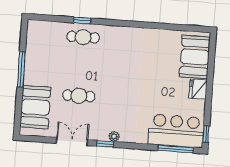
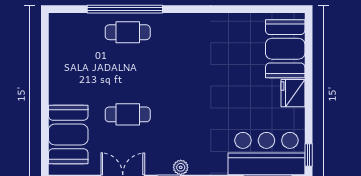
window: (82, 20) -> (125, 9), width x3.17
window: (21, 69) -> (45, 83), removed

